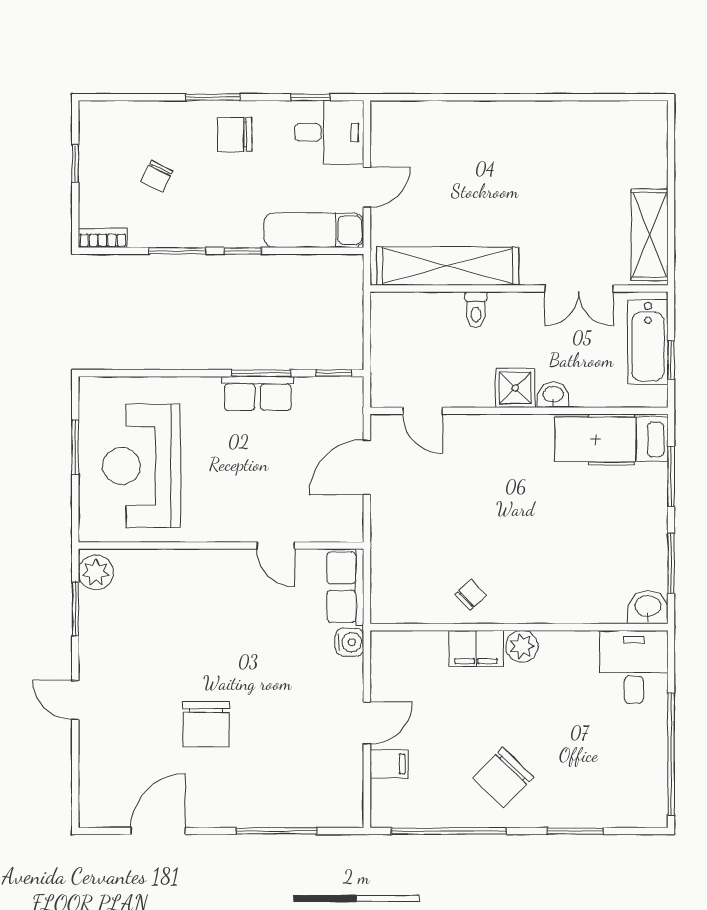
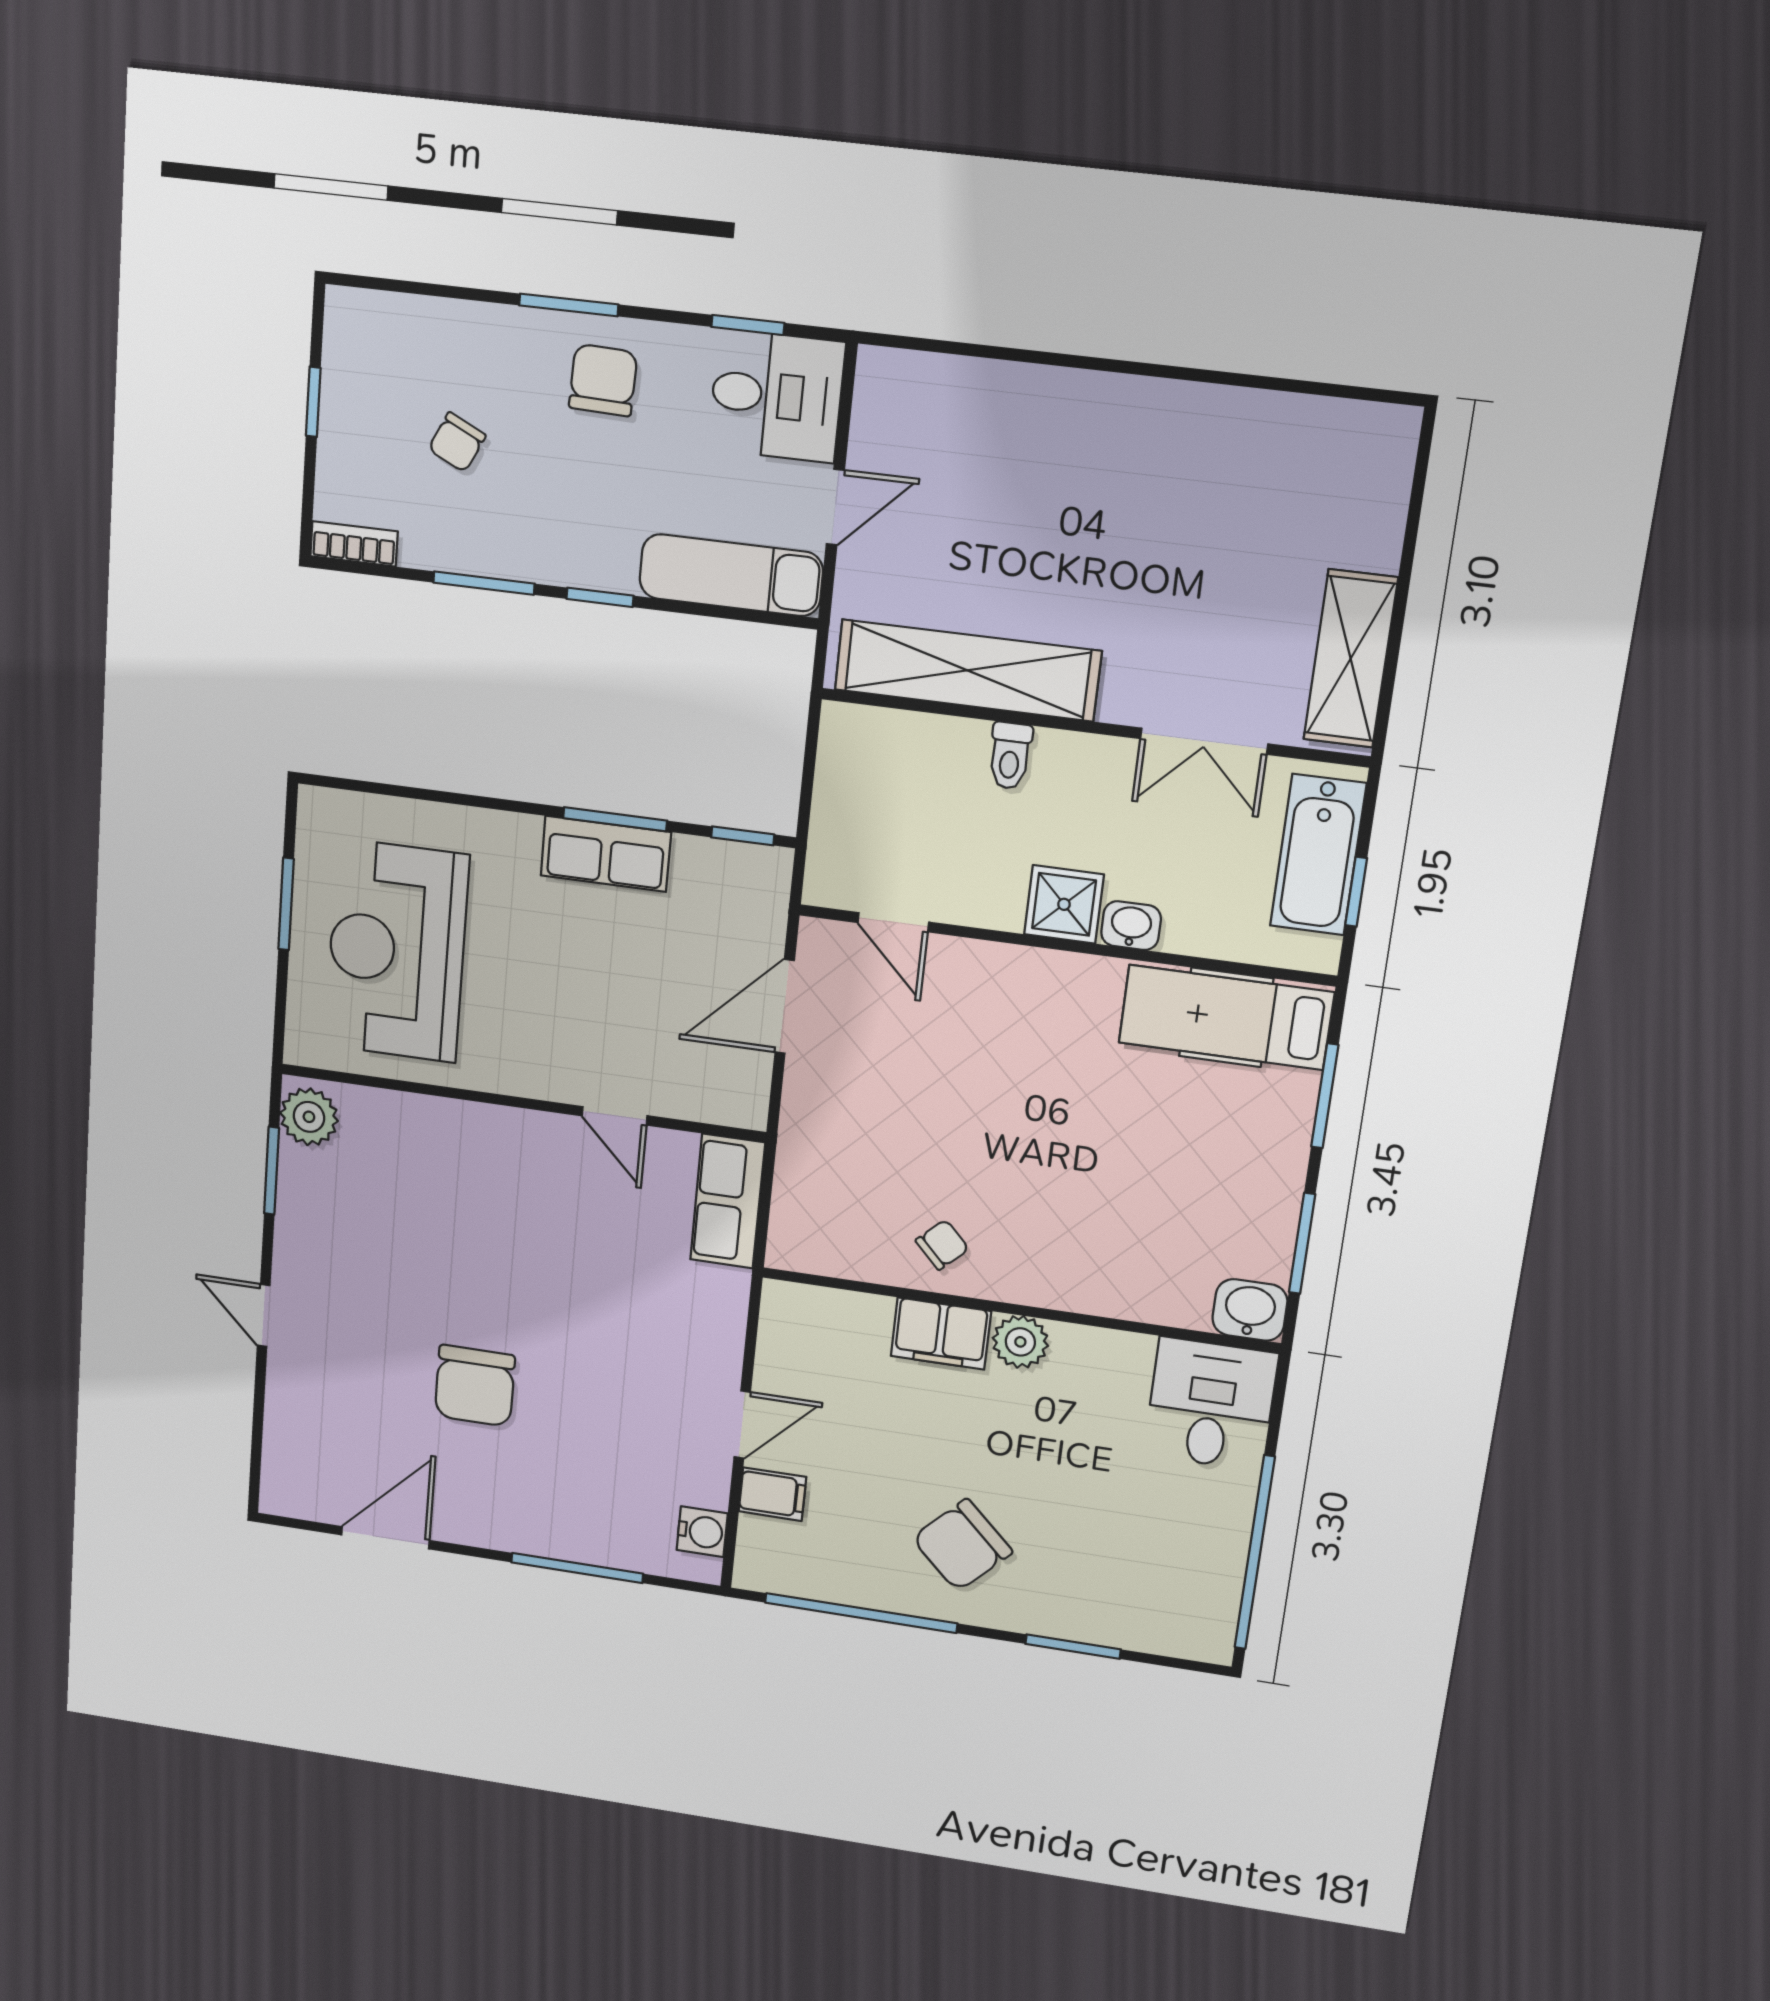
chair: (235, 134) -> (603, 380), turned 92
water cooler: (350, 642) -> (702, 1532), moved

